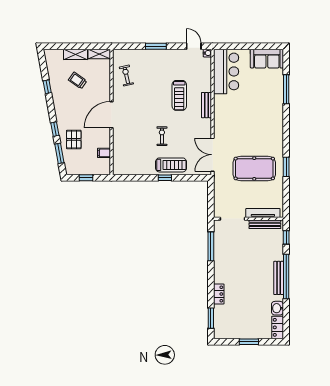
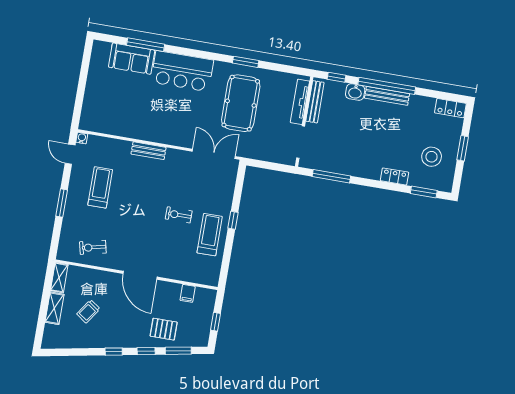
door: (194, 46) -> (70, 154), hinge flipped
sofa: (267, 59) -> (132, 59), moved, turned 90
bar counter: (226, 71) -> (182, 71), moved, turned 180
window: (47, 87) -> (114, 352), moved
treadmill: (179, 95) -> (100, 187), moved, turned -90
double door: (213, 155) -> (214, 154), swing flipped
treadmill: (171, 165) -> (210, 235), moved
washbasin: (277, 308) -> (355, 92), moved
stool: (238, 319) -> (432, 157), added

